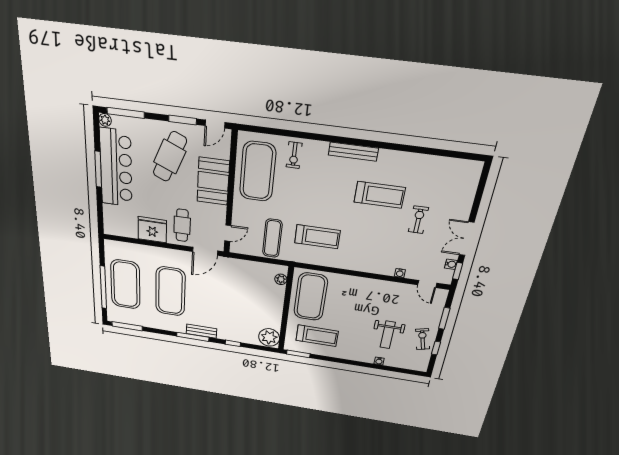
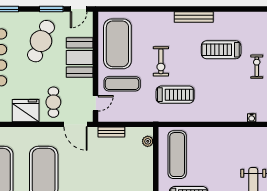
exercise bike: (294, 155) -> (161, 61), moved, width x1.38, depth x1.39
treadmill: (380, 195) -> (221, 50), turned 180
exercise mat: (272, 238) -> (122, 84), moved, turned 90
door: (205, 251) -> (76, 124), hinge flipped
bench: (243, 264) -> (111, 132), added
exercise mat: (311, 297) -> (177, 155), width x0.68

